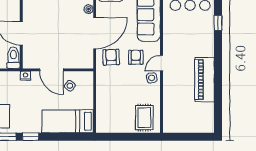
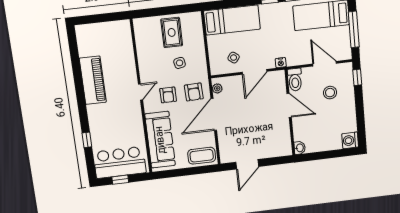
plant: (89, 9) -> (217, 88), moved
door: (51, 70) -> (255, 72), swing flipped
side table: (152, 78) -> (180, 63), moved
rug: (144, 118) -> (172, 32), moved

